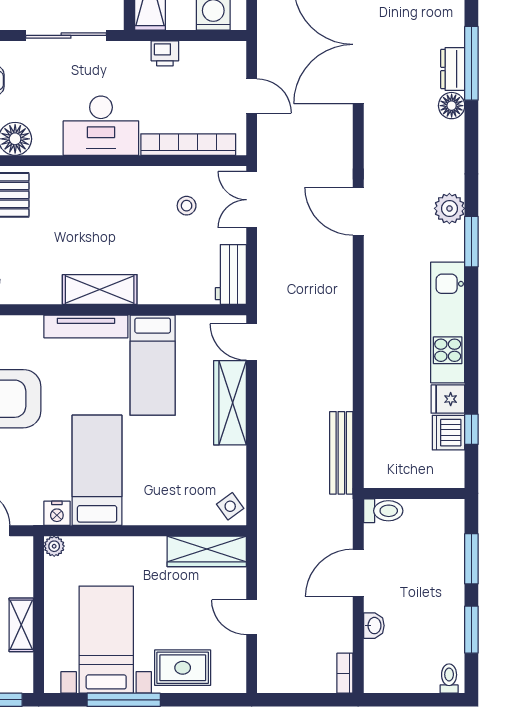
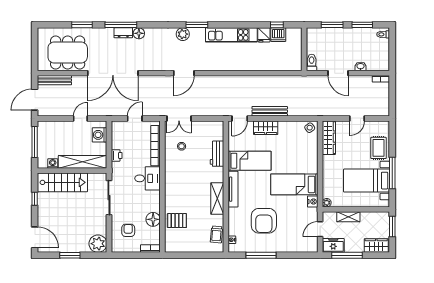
desk: (101, 126) -> (147, 178), width x0.73
workbench: (231, 274) -> (217, 154), moved, turned 90
shelving: (100, 290) -> (217, 199), moved
wardrobe: (230, 403) -> (266, 128), width x0.67
bench: (341, 453) -> (270, 111), moved
shelving: (21, 625) -> (348, 217), moved

